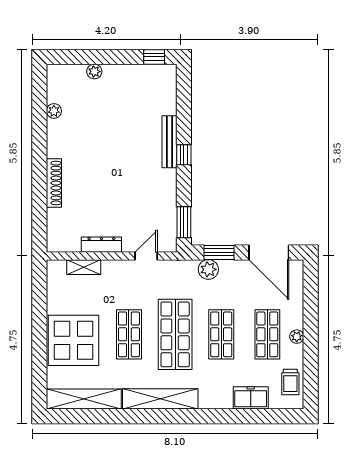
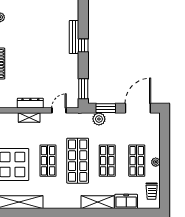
door: (269, 252) -> (138, 108), swing flipped
shelving: (84, 267) -> (29, 117), moved
shelving: (160, 399) -> (98, 202), moved, width x0.68

